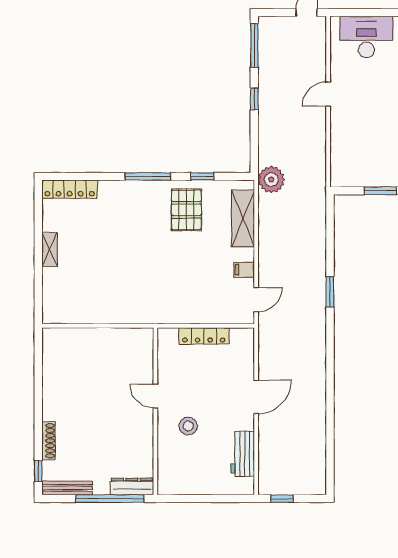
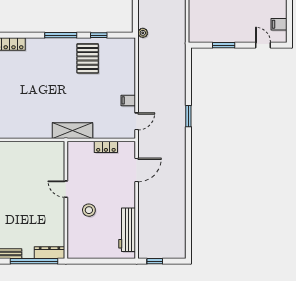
plant: (271, 179) -> (143, 33), width x0.53, depth x0.53
shelving: (243, 218) -> (72, 131), moved, turned 90
locker: (204, 336) -> (106, 147), width x0.66
door: (256, 397) -> (137, 170), moved
workbench: (243, 454) -> (127, 230), width x1.38

